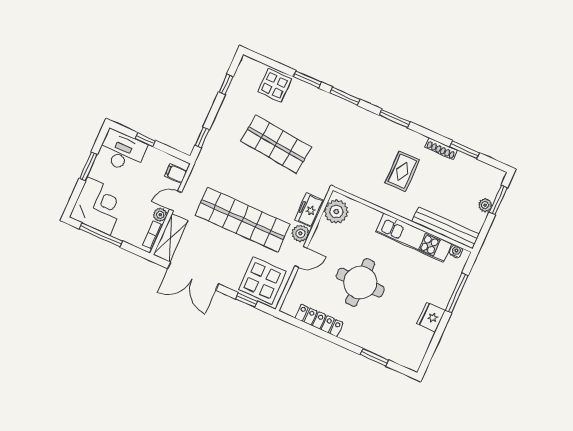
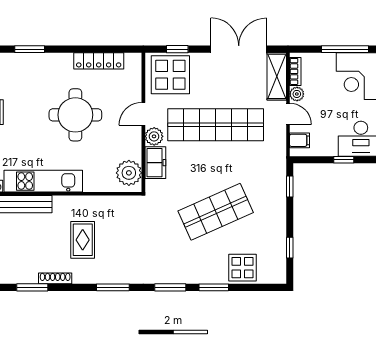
shop shelf: (276, 144) -> (216, 212), turned -30
door: (176, 201) -> (288, 114), hinge flipped

